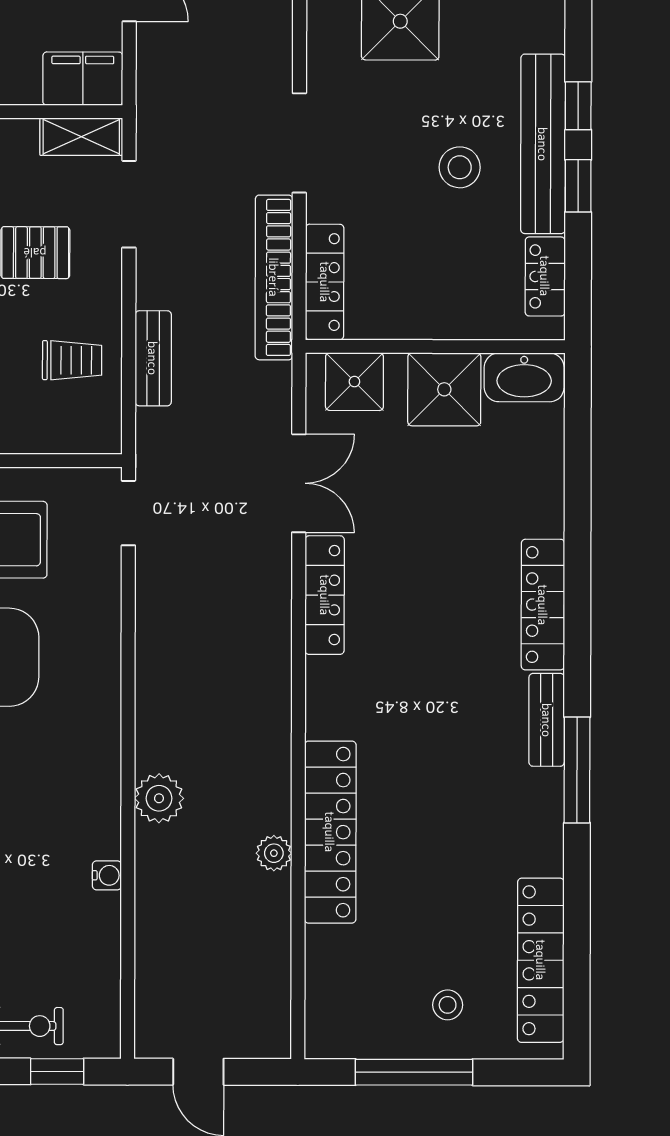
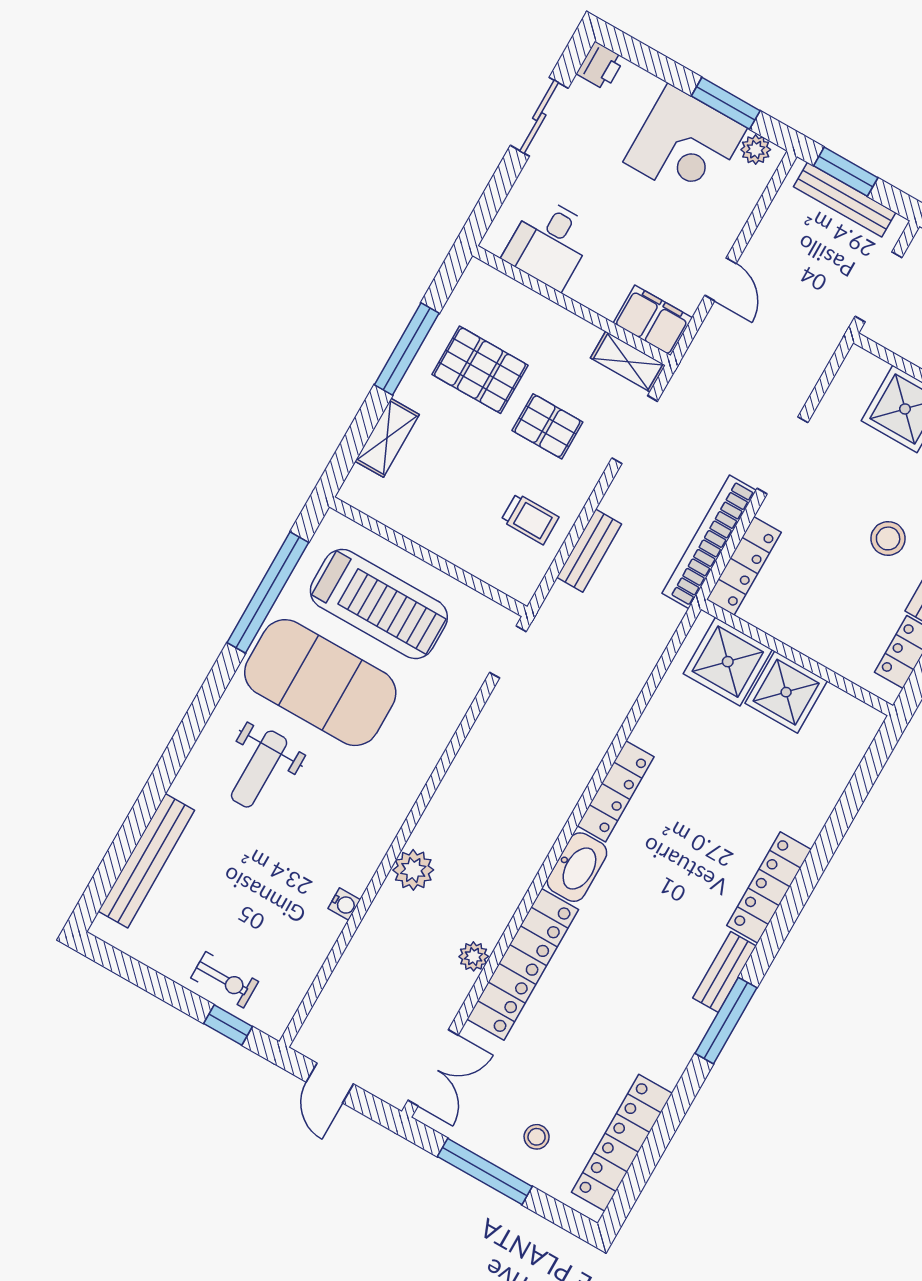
washbasin: (524, 377) -> (577, 867), moved, turned -90
shower: (354, 382) -> (728, 662), width x1.36, depth x1.36
double door: (299, 483) -> (433, 1068), moved

